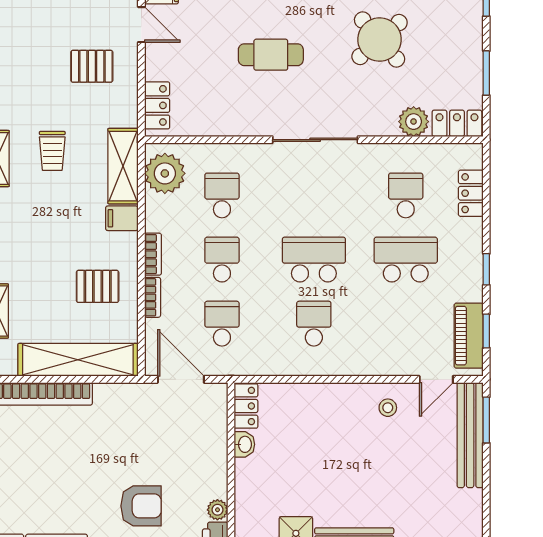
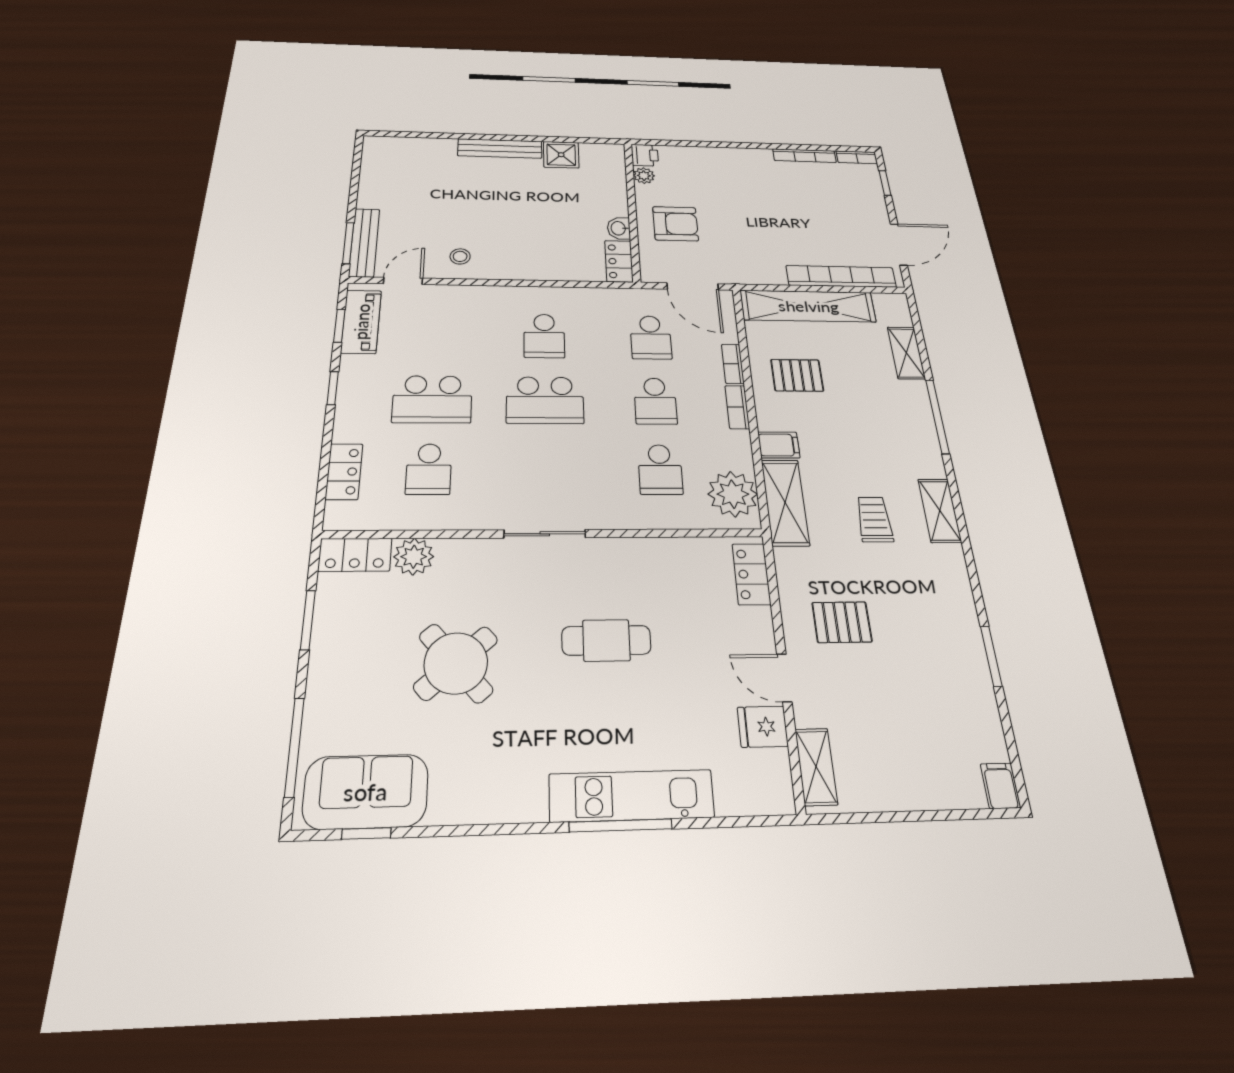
sliding door: (315, 140) -> (545, 534), width x0.73
bench: (470, 435) -> (364, 243), width x0.73, depth x0.82
armchair: (141, 506) -> (675, 224), moved, turned 180

